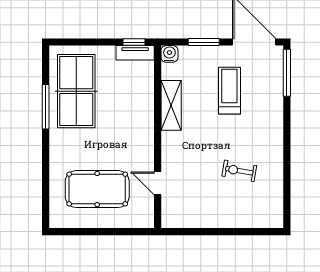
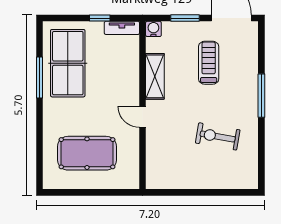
window: (134, 42) -> (100, 18), moved
window: (287, 73) -> (261, 96), moved
exercise bike: (239, 171) -> (218, 136), width x1.38, depth x1.39
door: (158, 183) -> (143, 117), moved

